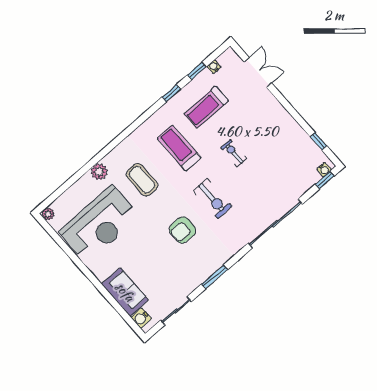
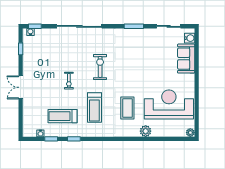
double door: (258, 72) -> (21, 87), moved
treadmill: (206, 107) -> (62, 116), turned 180
armchair: (182, 230) -> (129, 64), removed

